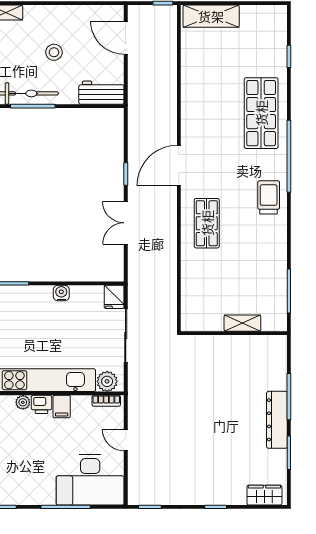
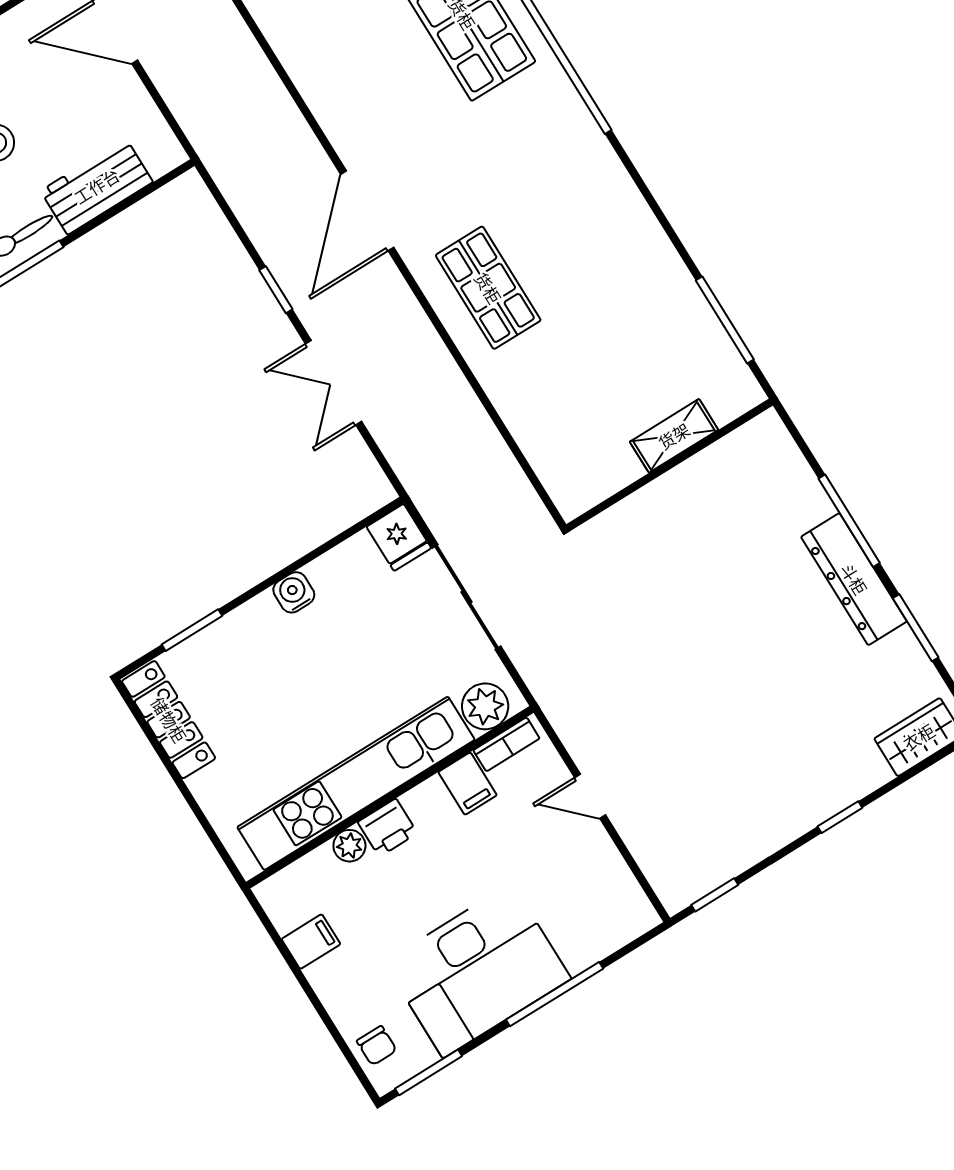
workbench: (101, 93) -> (97, 186), moved
trolley: (269, 197) -> (575, 166), removed
filing cabinet: (62, 407) -> (468, 784), moved
desk: (90, 480) -> (477, 971), moved

